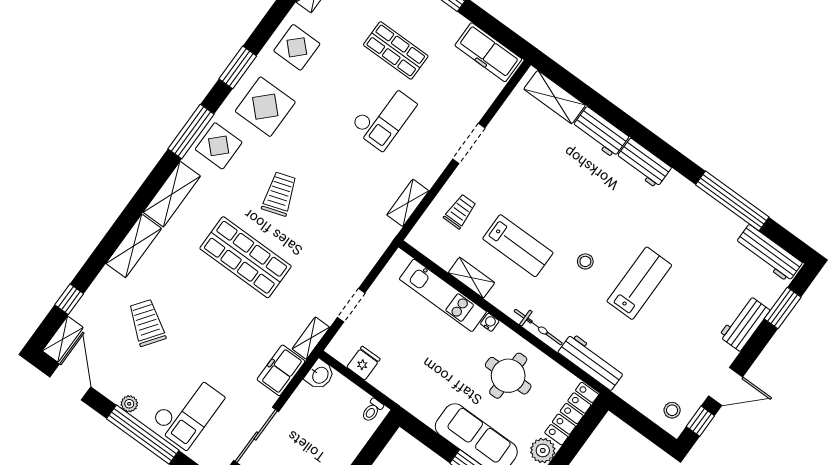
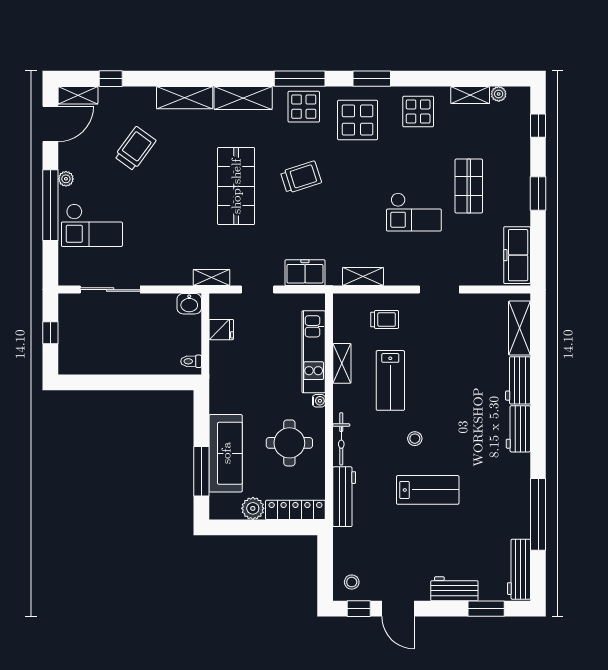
freezer: (281, 370) -> (305, 273), moved

